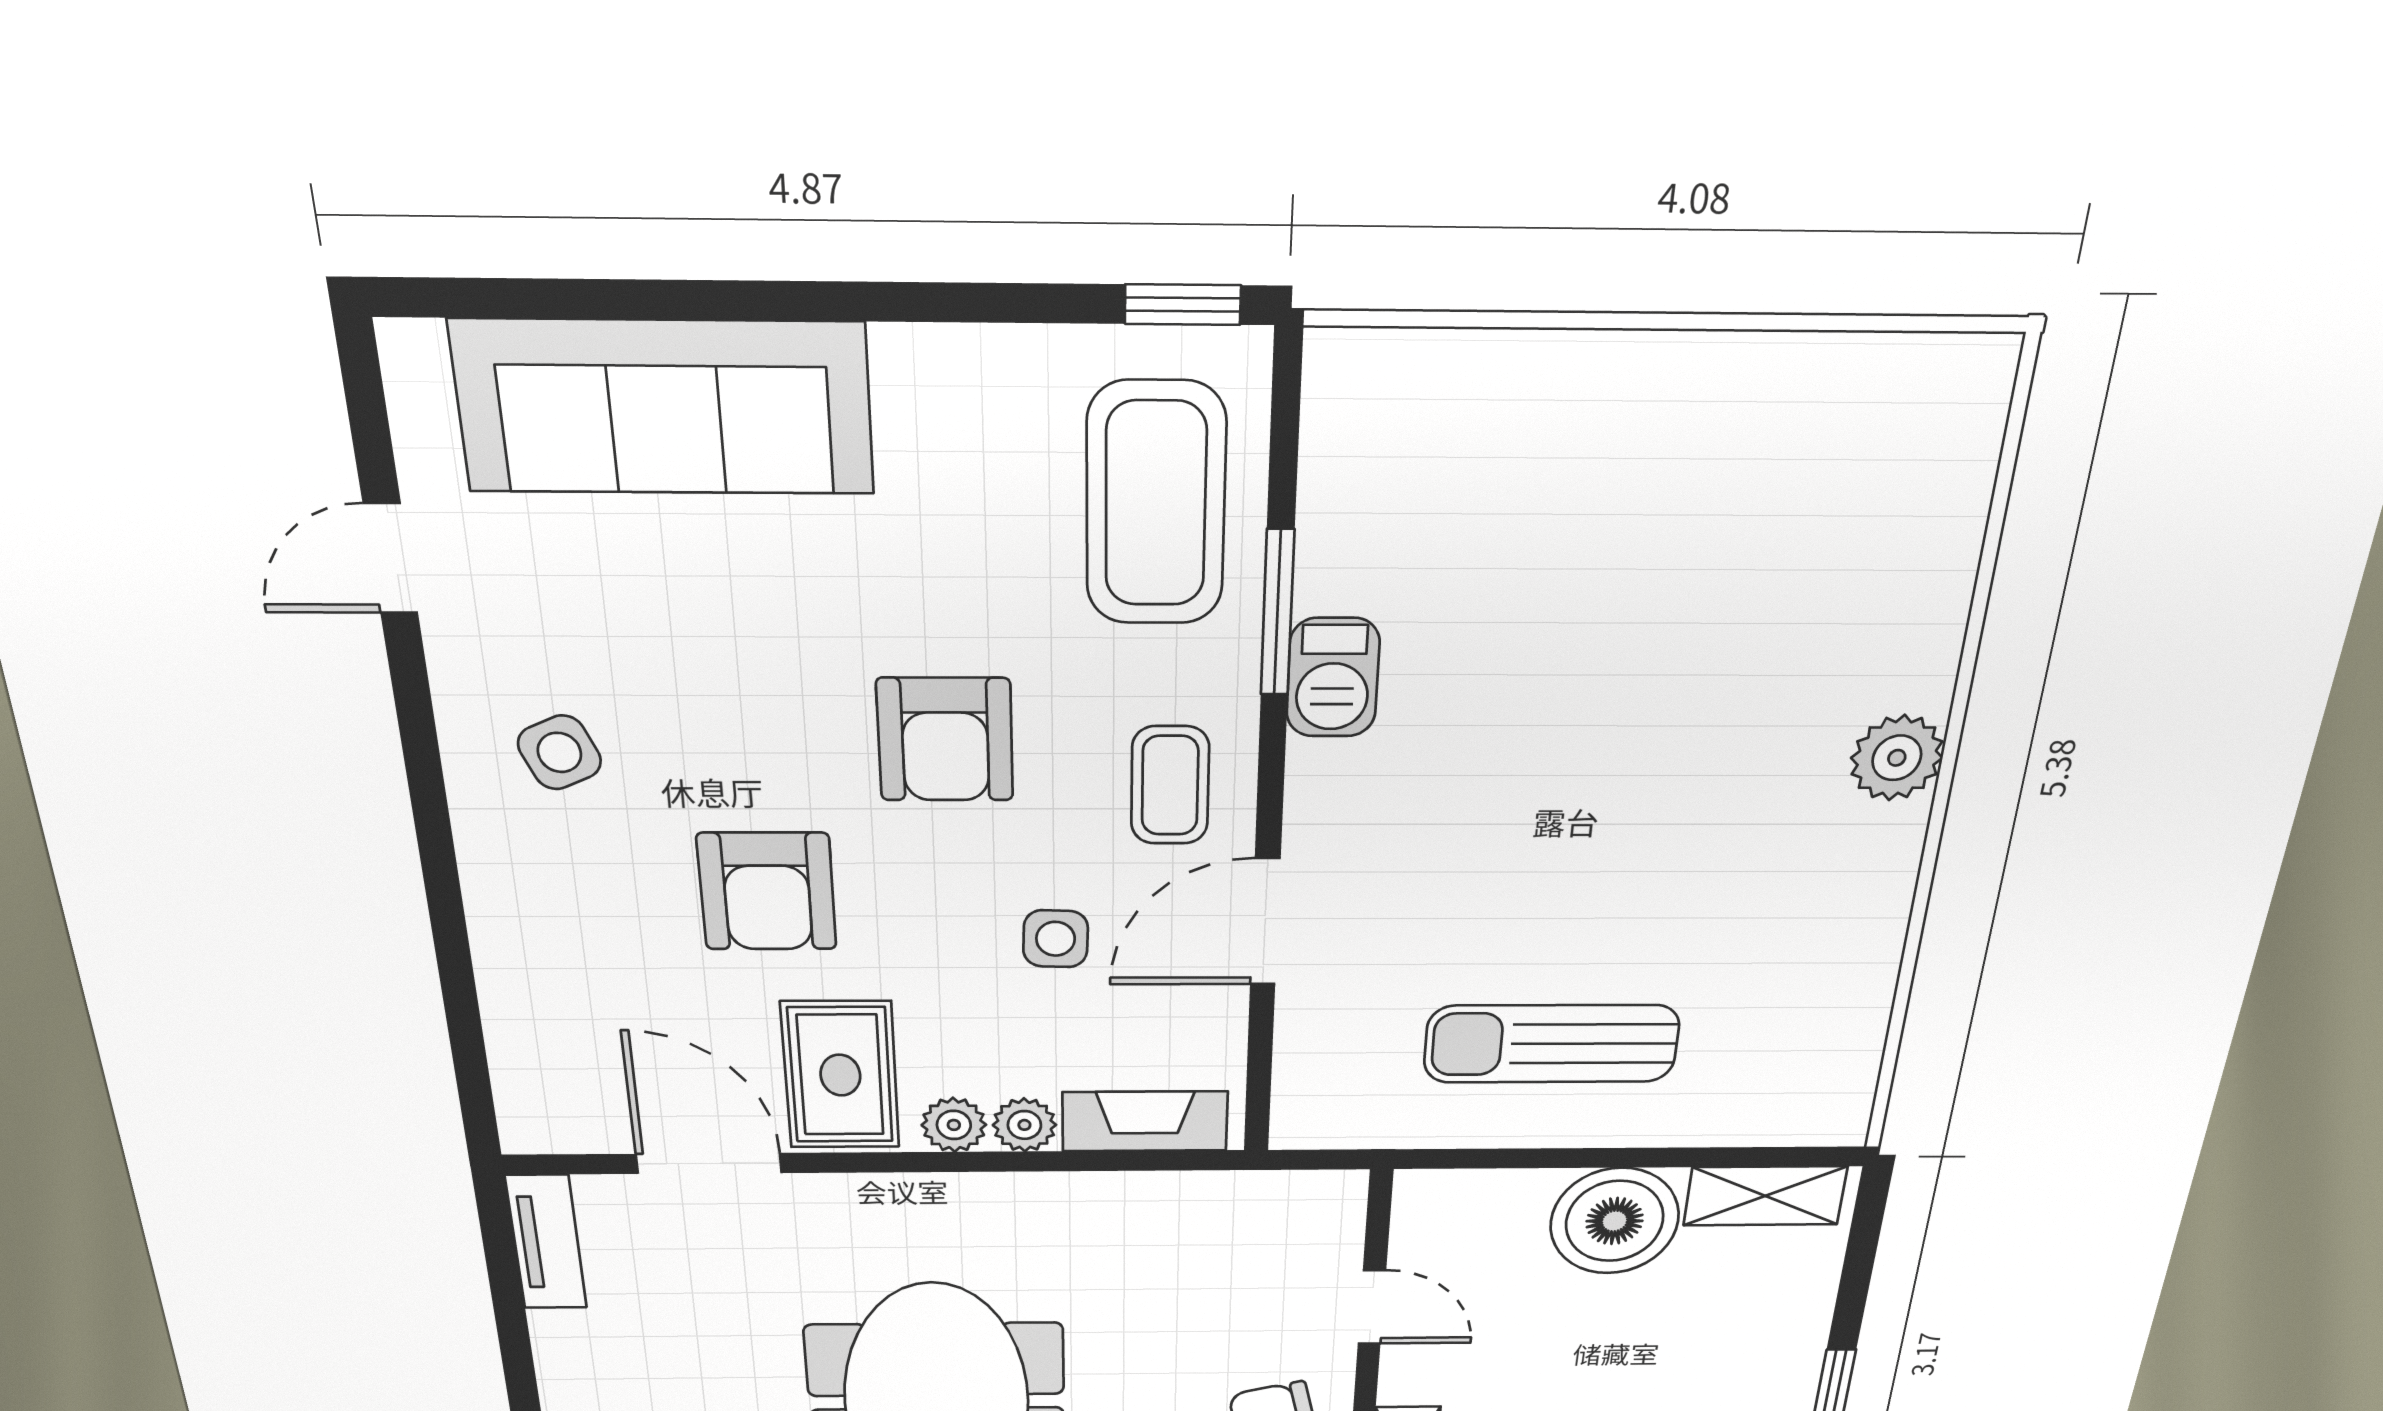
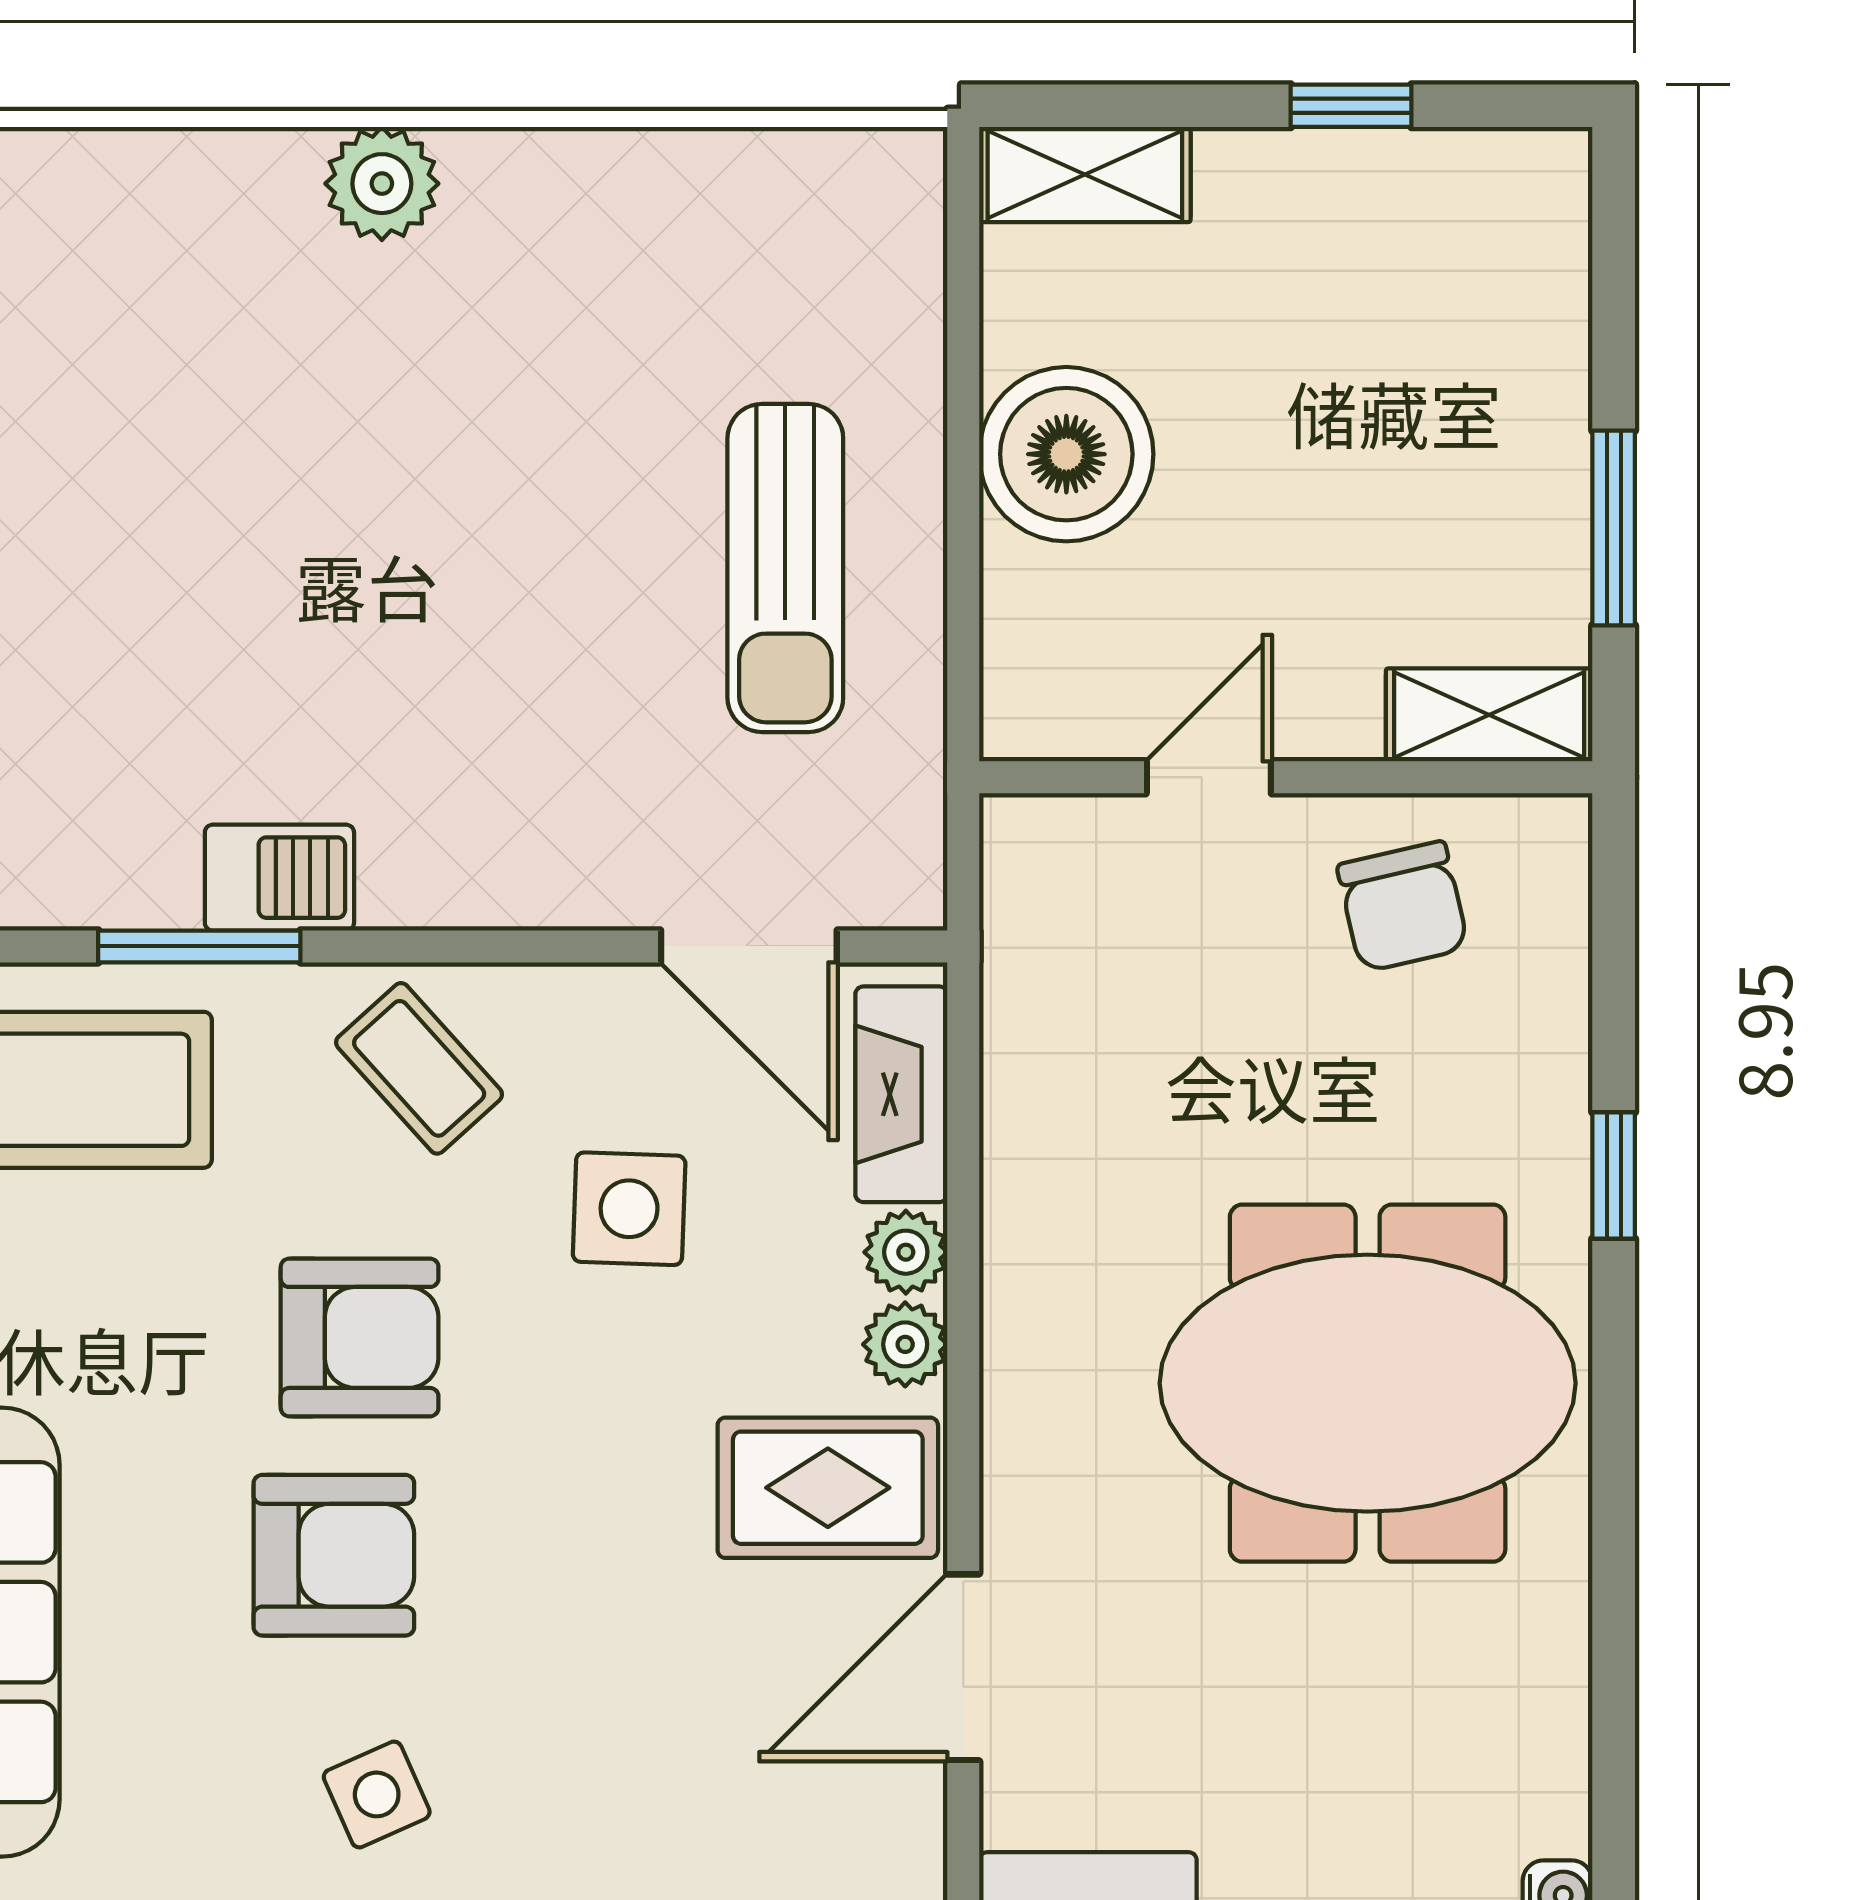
coffee table: (1170, 785) -> (419, 1068), turned 48
armchair: (767, 891) -> (334, 1555), moved
door: (1265, 922) -> (749, 946), moved
side table: (1056, 939) -> (629, 1209), width x1.37, depth x1.37
shelving: (1765, 1196) -> (1085, 175), moved, turned 90

